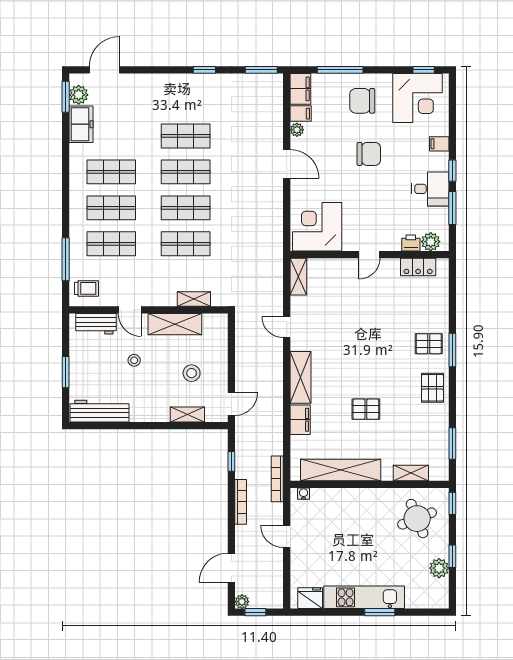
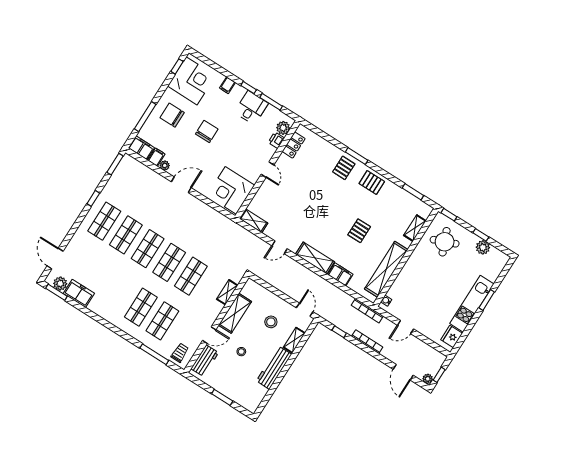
chair: (362, 101) -> (172, 115), turned 90
shop shelf: (111, 172) -> (104, 221), moved
workbench: (100, 411) -> (274, 368), moved

